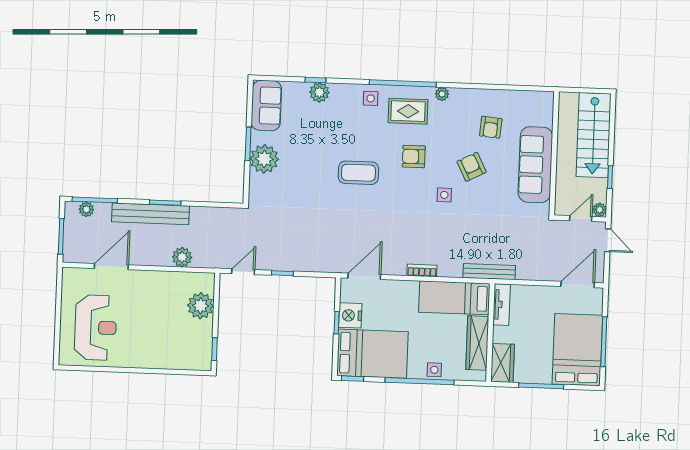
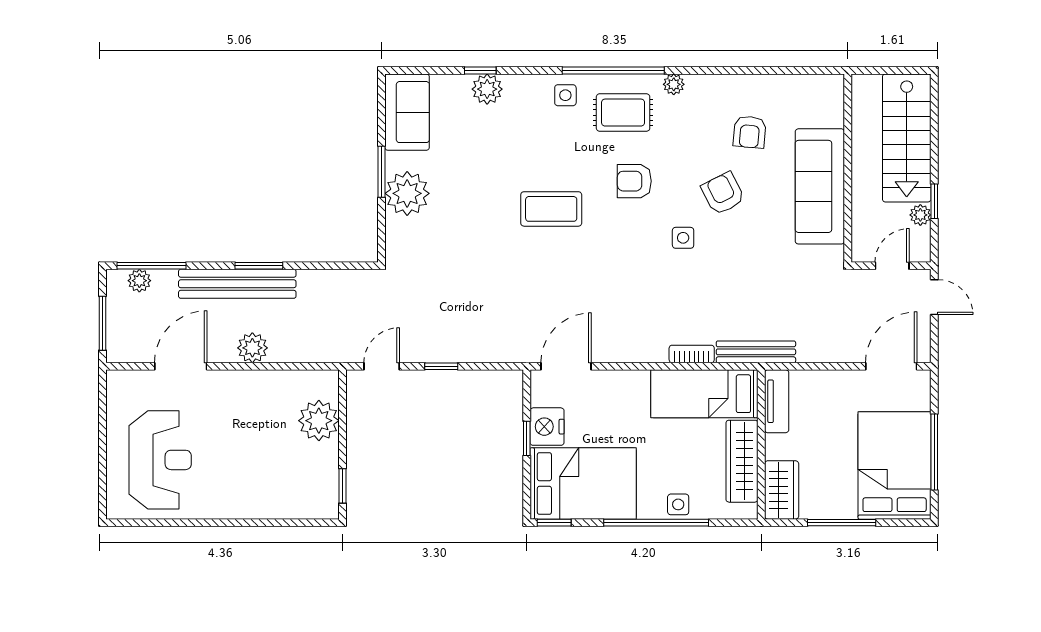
plant: (600, 210) -> (920, 215), moved
plant: (182, 257) -> (252, 348), moved
bookcase: (422, 270) -> (692, 354), moved

